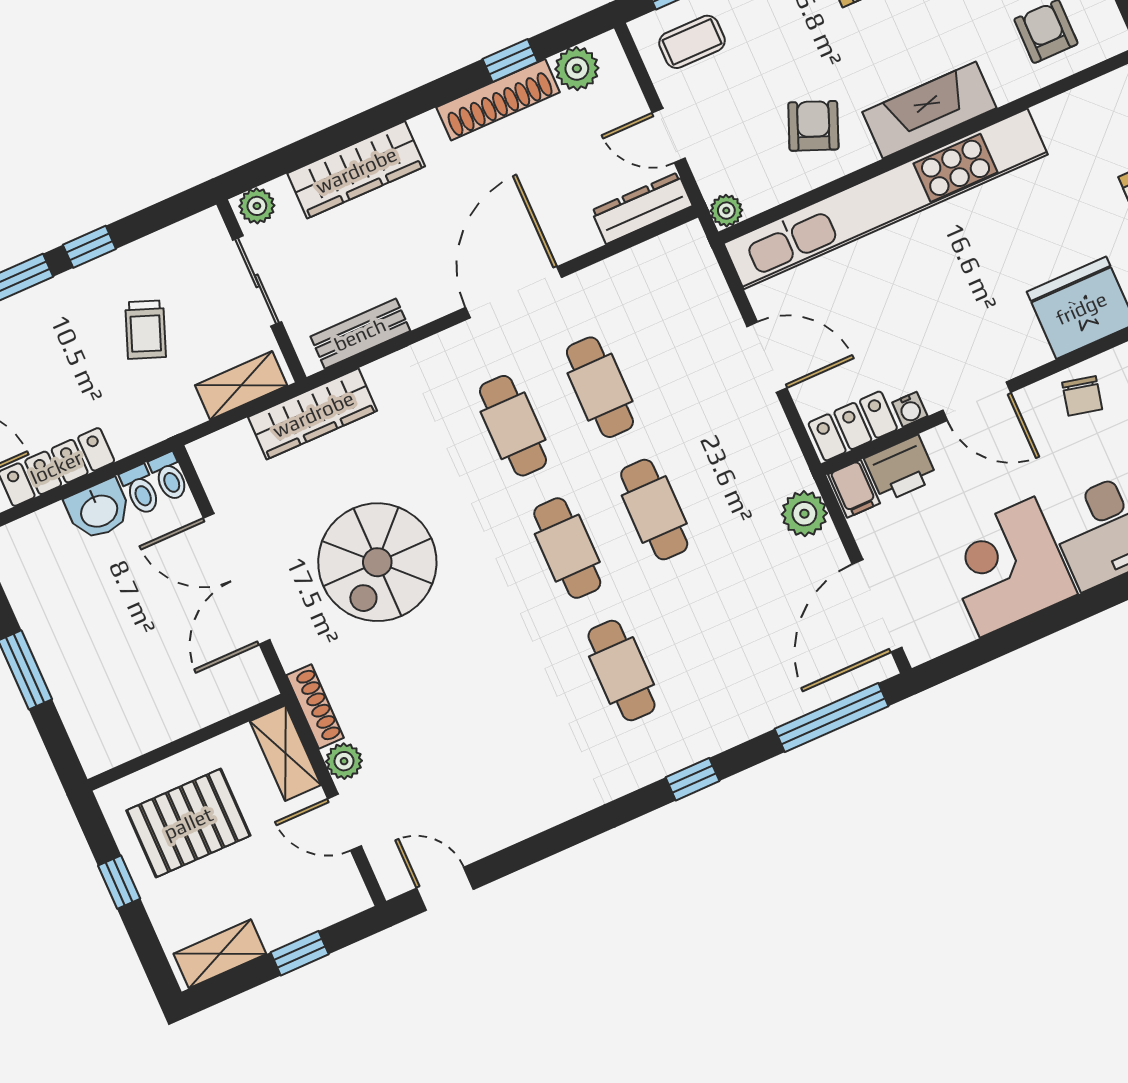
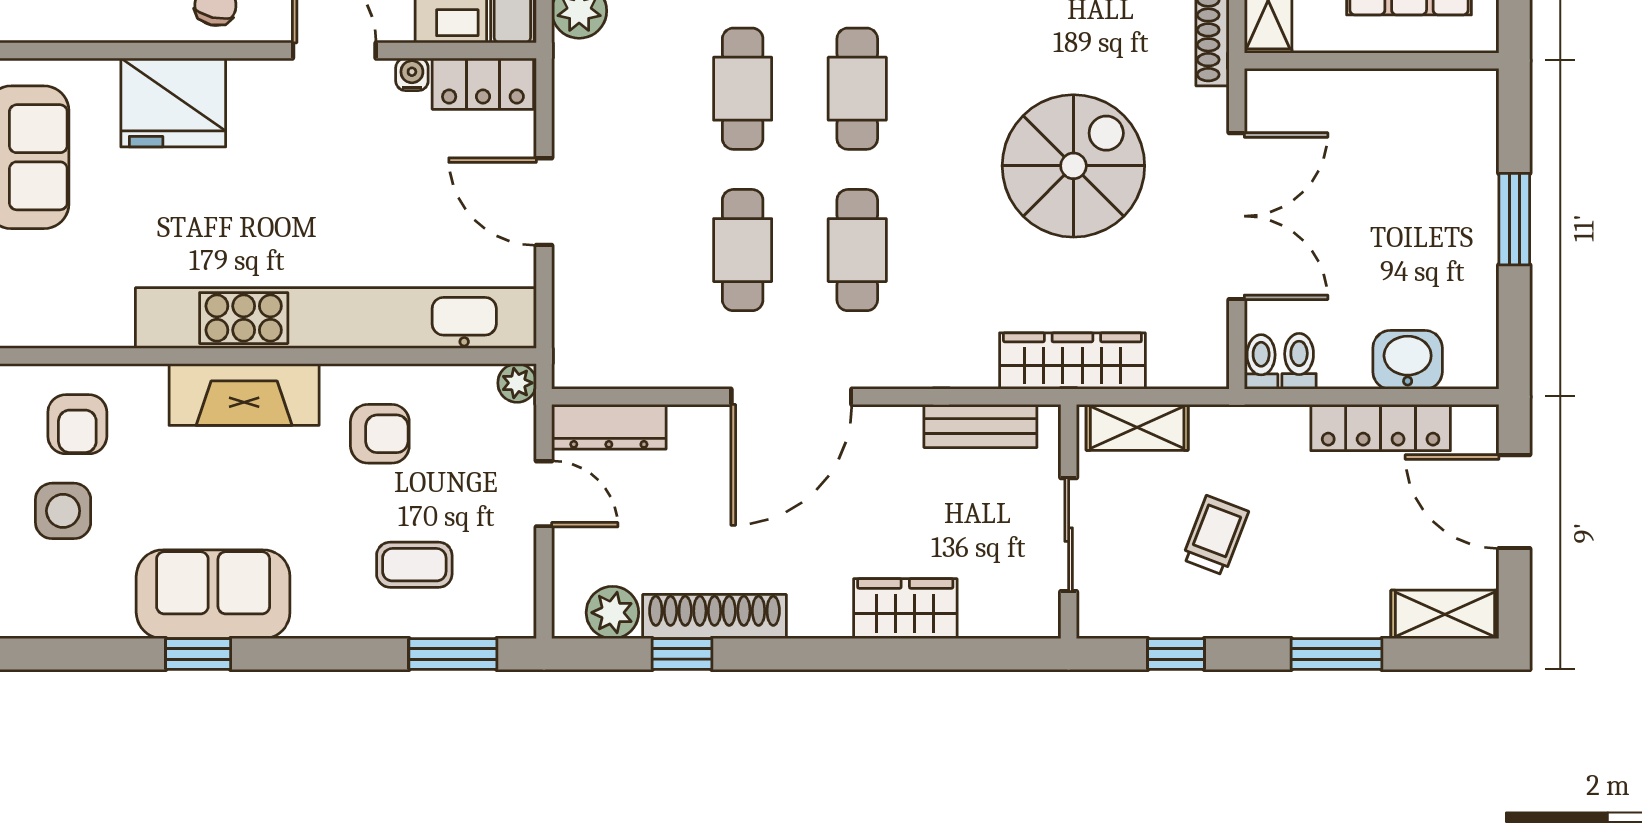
coffee table: (692, 42) -> (414, 565), moved
armchair: (813, 126) -> (380, 434), turned -112
wardrobe: (356, 170) -> (905, 609), width x0.67
plant: (257, 206) -> (1032, 617), removed
window: (89, 247) -> (1176, 654), moved
washbasin: (99, 510) -> (1408, 360), moved

